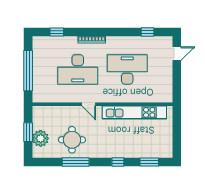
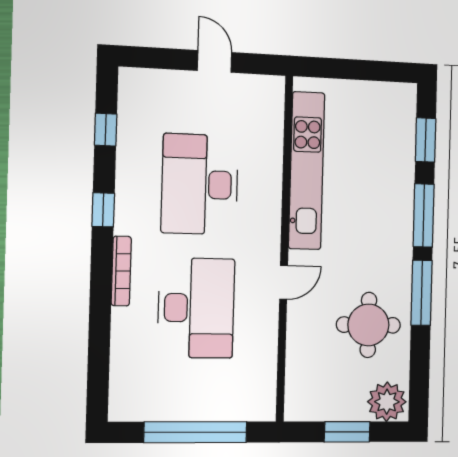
window: (57, 32) -> (103, 210), moved
door: (177, 54) -> (215, 61), moved
plant: (41, 138) -> (387, 402), moved
window: (76, 162) -> (422, 293), moved
window: (118, 162) -> (424, 215), width x2.17

